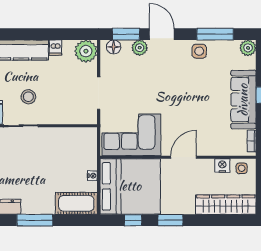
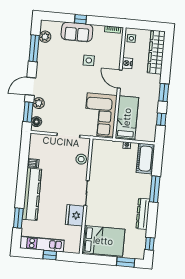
plant: (248, 48) -> (45, 37), moved
plant: (86, 51) -> (38, 142), removed
side table: (199, 51) -> (89, 60), moved
stool: (28, 97) -> (81, 159), moved
sofa: (243, 100) -> (77, 32), width x0.73
nightstand: (222, 166) -> (127, 63), moved
bed: (130, 186) -> (127, 118), width x0.49

